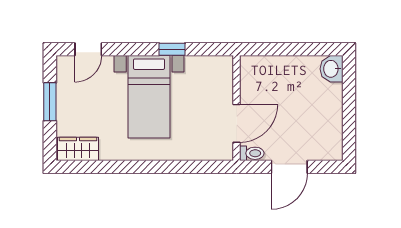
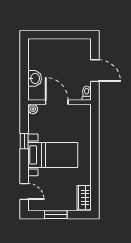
plant: (225, 64) -> (33, 109), added
washbasin: (332, 69) -> (35, 78), moved, turned -90
door: (237, 123) -> (57, 102), moved

